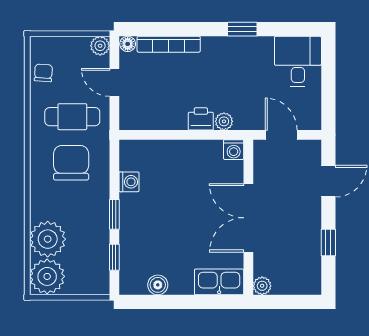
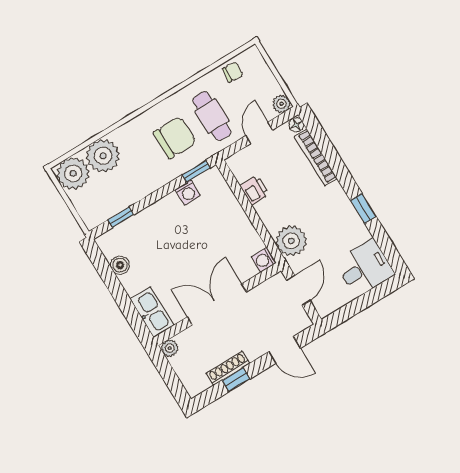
printer: (201, 119) -> (254, 190), moved
plant: (224, 121) -> (291, 241), width x1.87, depth x1.87
window: (114, 214) -> (196, 171), moved
shoe rack: (313, 244) -> (228, 368), added

